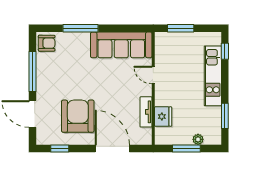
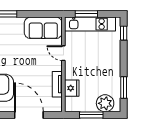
sofa: (121, 45) -> (43, 28), width x0.73
kitchen unit: (213, 76) -> (90, 24), moved, turned -90
plant: (198, 139) -> (105, 103), width x1.87, depth x1.87

